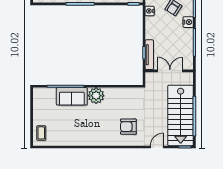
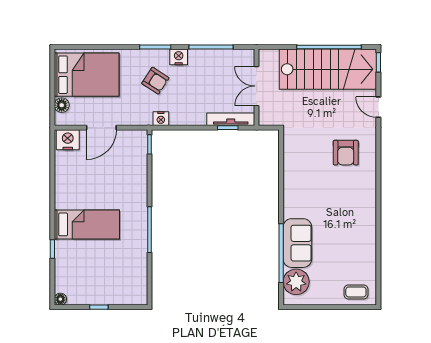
plant: (96, 96) -> (296, 282), moved

